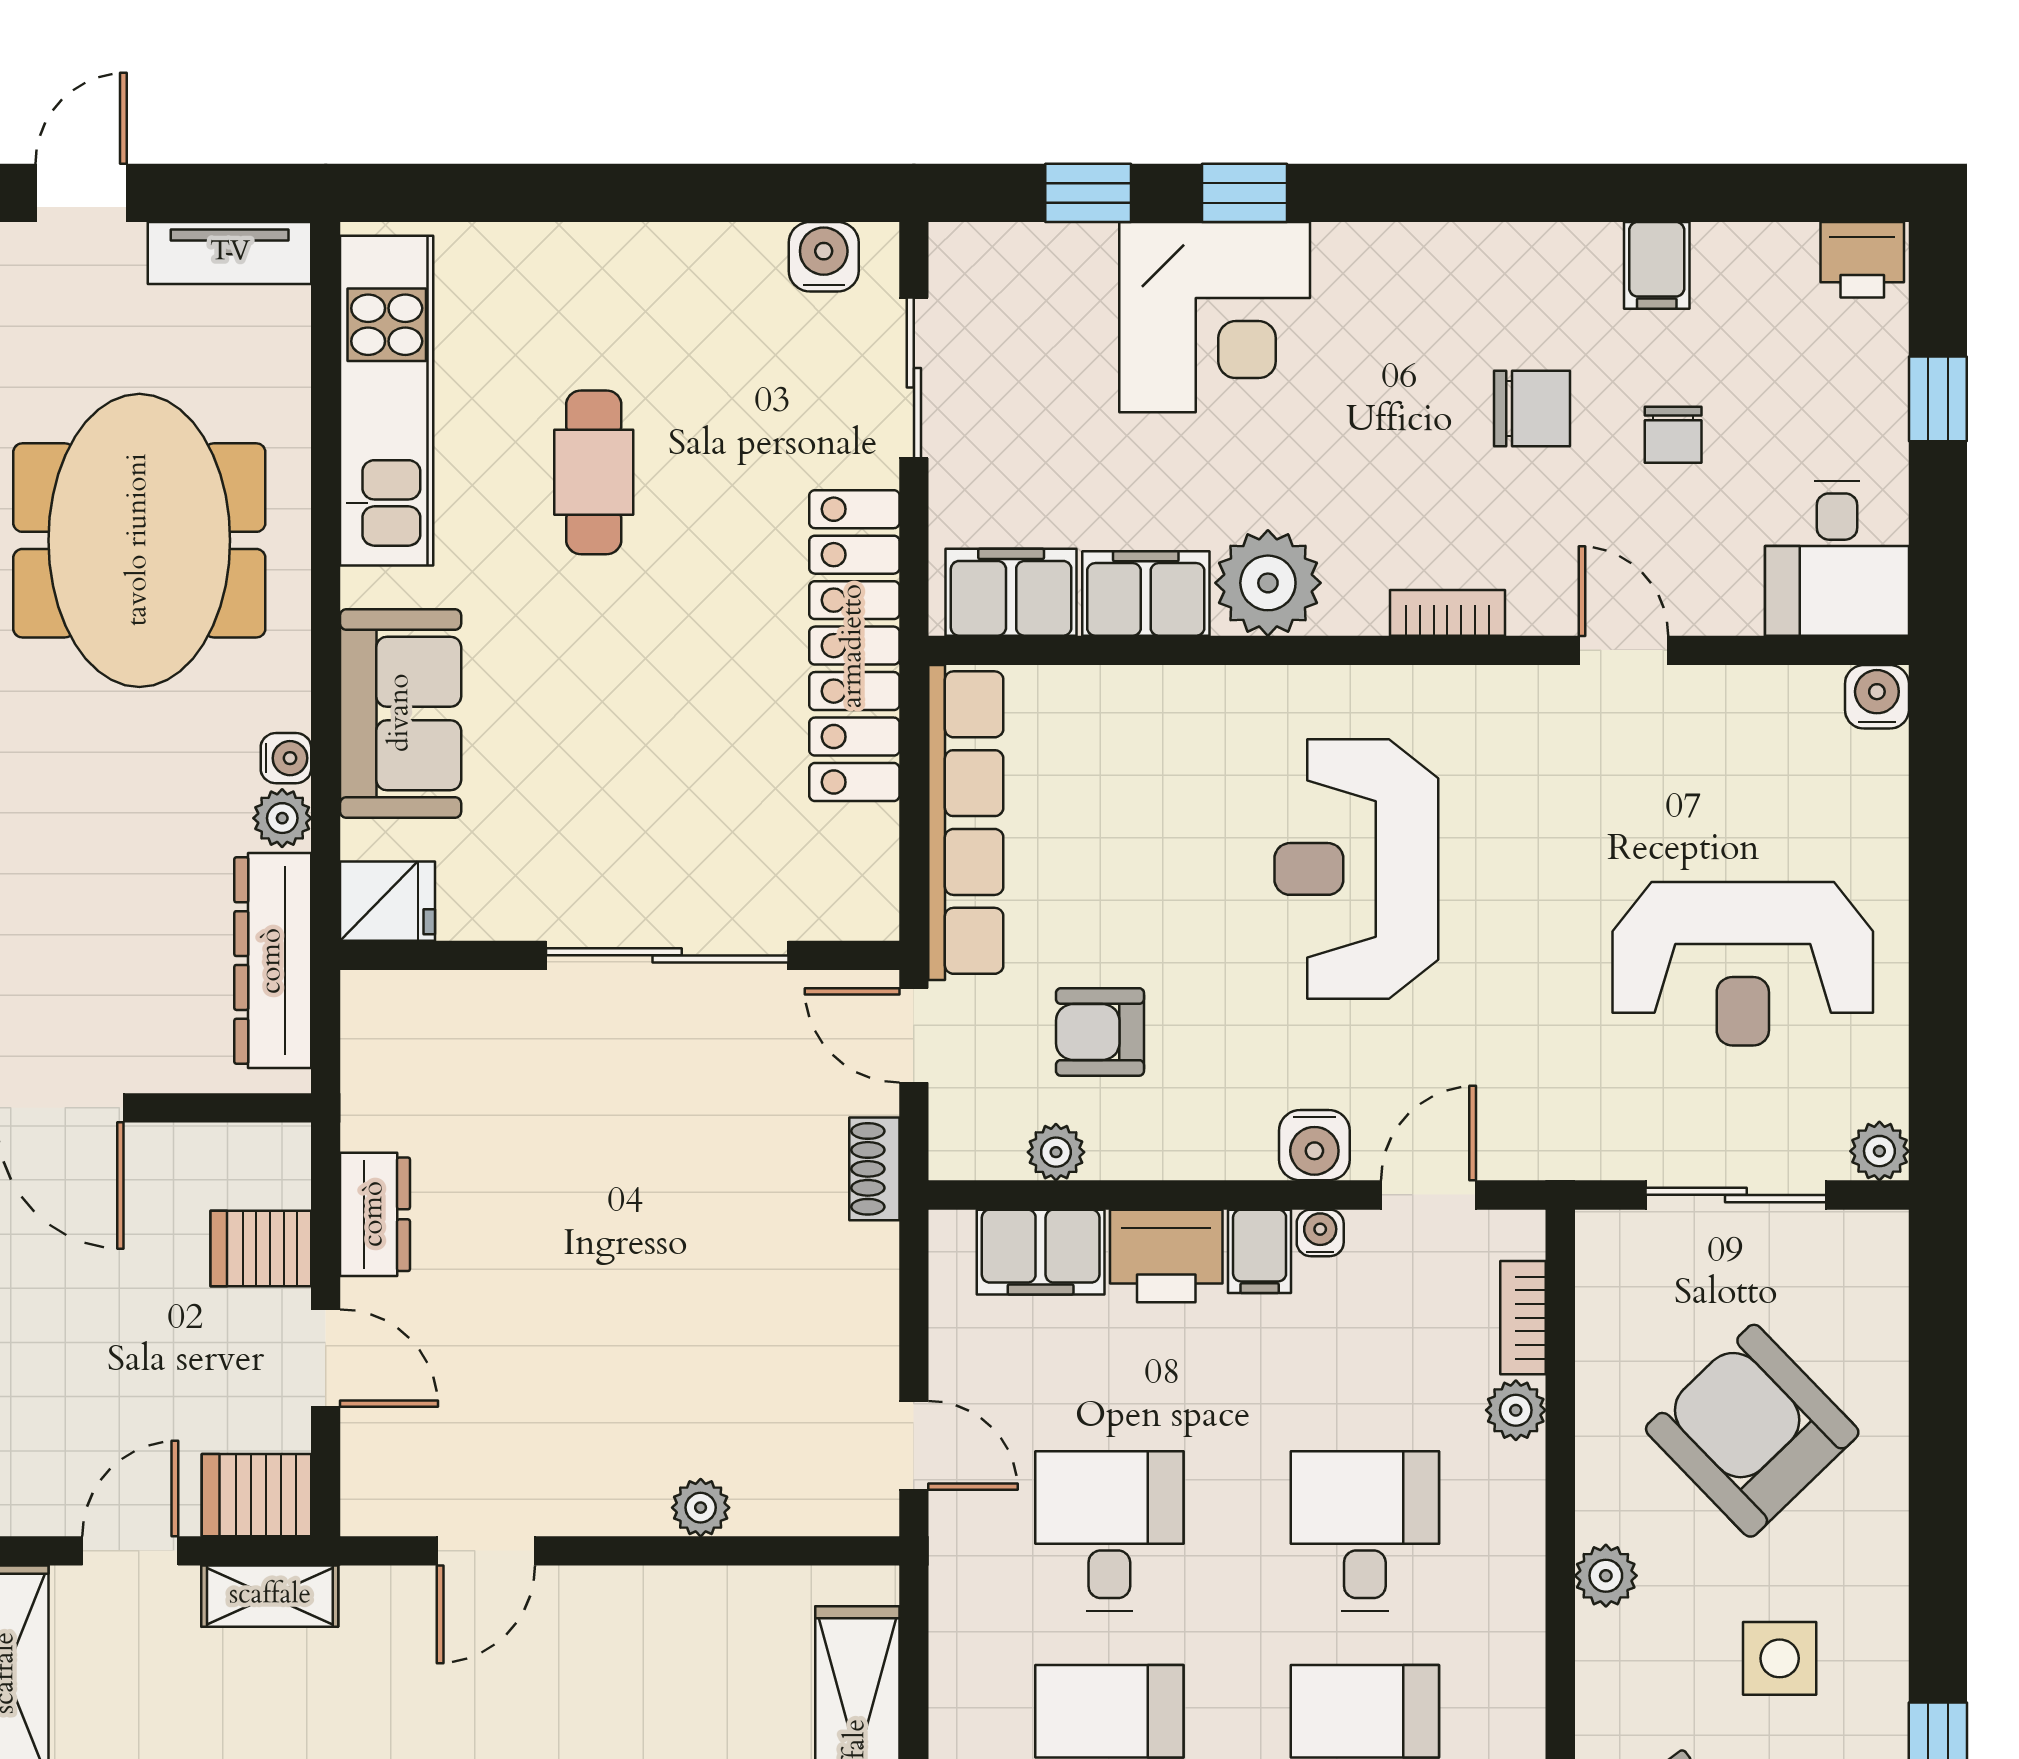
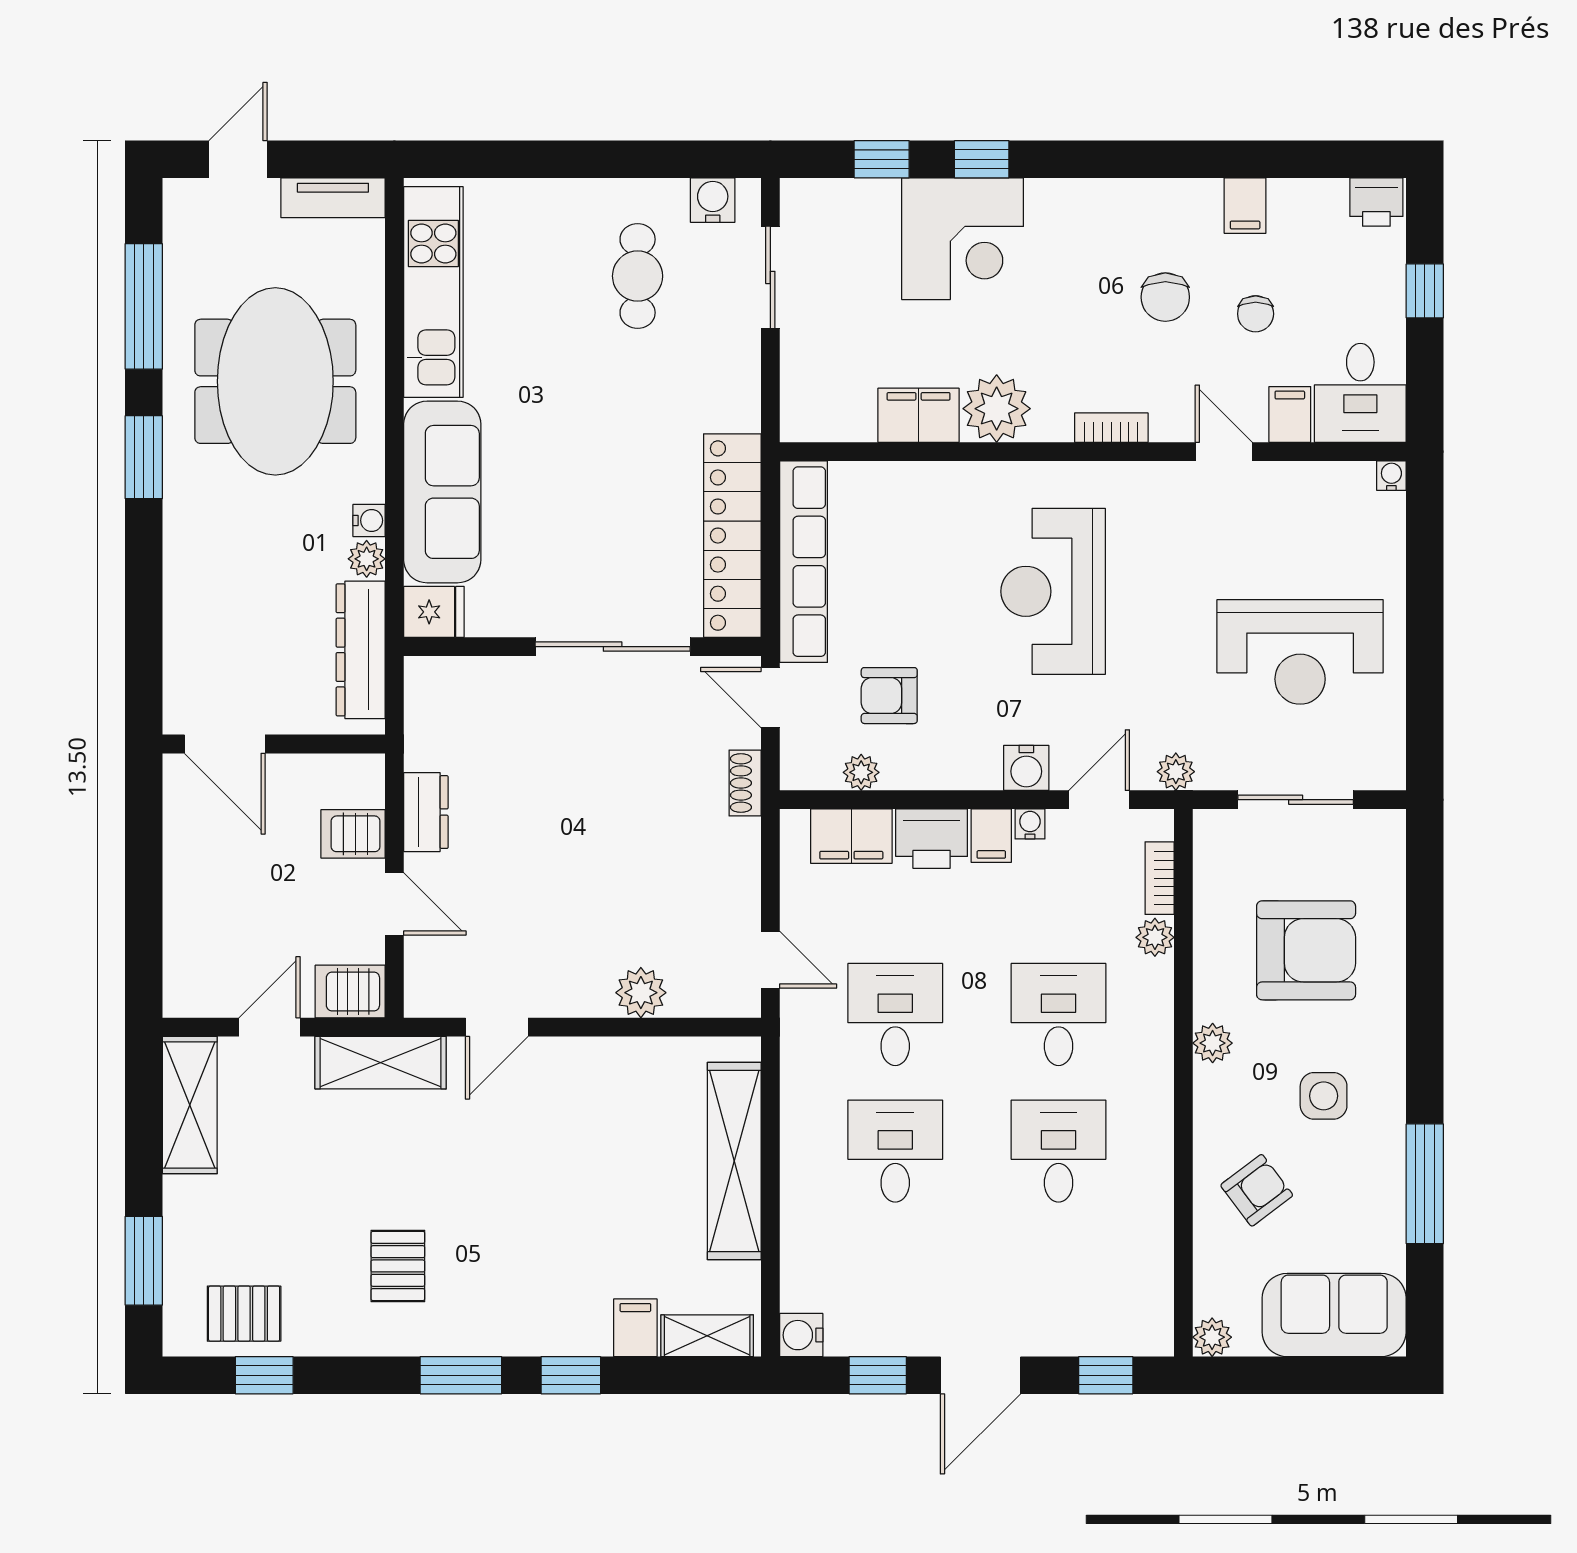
chair: (1532, 409) -> (1165, 297), turned 90
cafe table: (594, 472) -> (638, 276), moved
filing cabinet: (1011, 592) -> (1290, 414), moved, width x0.50
locker: (854, 646) -> (732, 536), moved
water cooler: (1877, 697) -> (1391, 476), width x0.72, depth x0.72
sofa: (401, 713) -> (442, 492), width x1.36
plant: (1879, 1151) -> (1176, 772), moved
armchair: (1752, 1431) -> (1306, 950), turned 134
plant: (701, 1508) -> (641, 993), width x1.38, depth x1.38
shelving: (270, 1596) -> (381, 1063), width x1.50, depth x1.33

